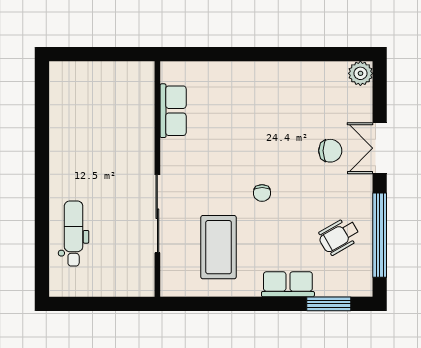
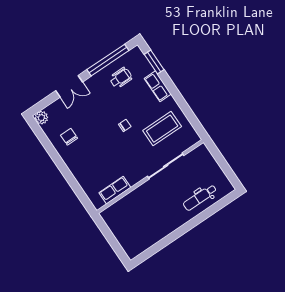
chair: (330, 151) -> (69, 137), moved
wheelchair: (339, 236) -> (121, 78), turned -60

